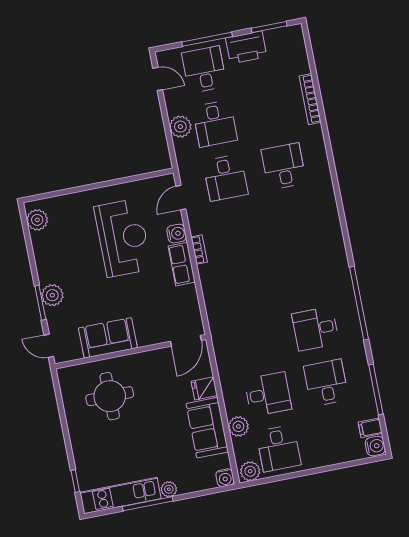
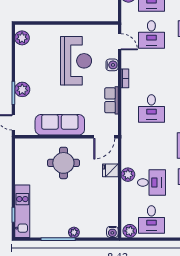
door: (181, 198) -> (120, 42), swing flipped
row of seats: (182, 264) -> (111, 100), moved
desk: (247, 286) -> (151, 108), added
sofa: (108, 338) -> (60, 125), width x1.36
round table: (110, 396) -> (63, 163), moved
plant: (238, 426) -> (128, 175), moved
sofa: (207, 428) -> (107, 197), removed
kitchen unit: (120, 495) -> (22, 211), moved, turned 90

